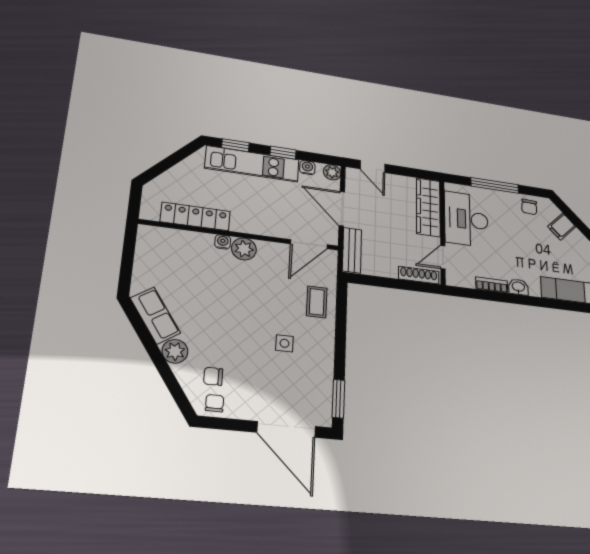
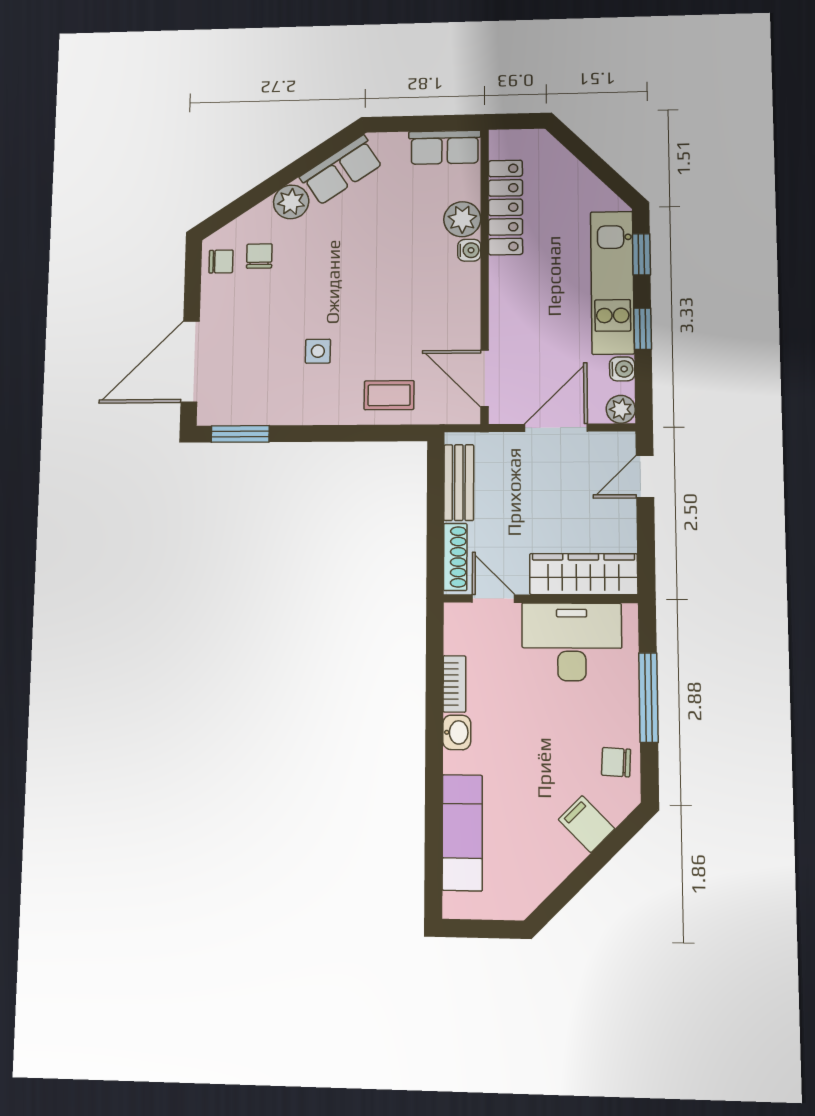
row of seats: (147, 247) -> (445, 147), added
plant: (244, 249) -> (462, 219), moved
bench: (352, 250) -> (459, 483), moved, turned 90

